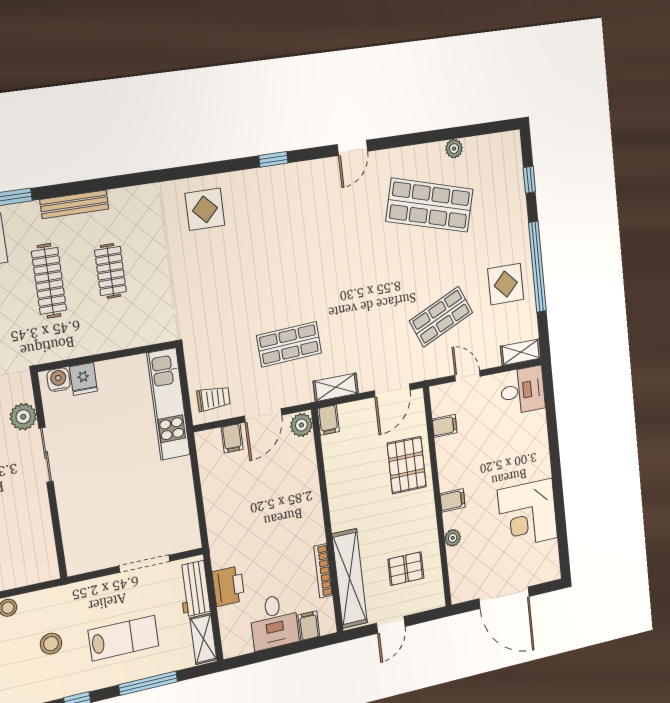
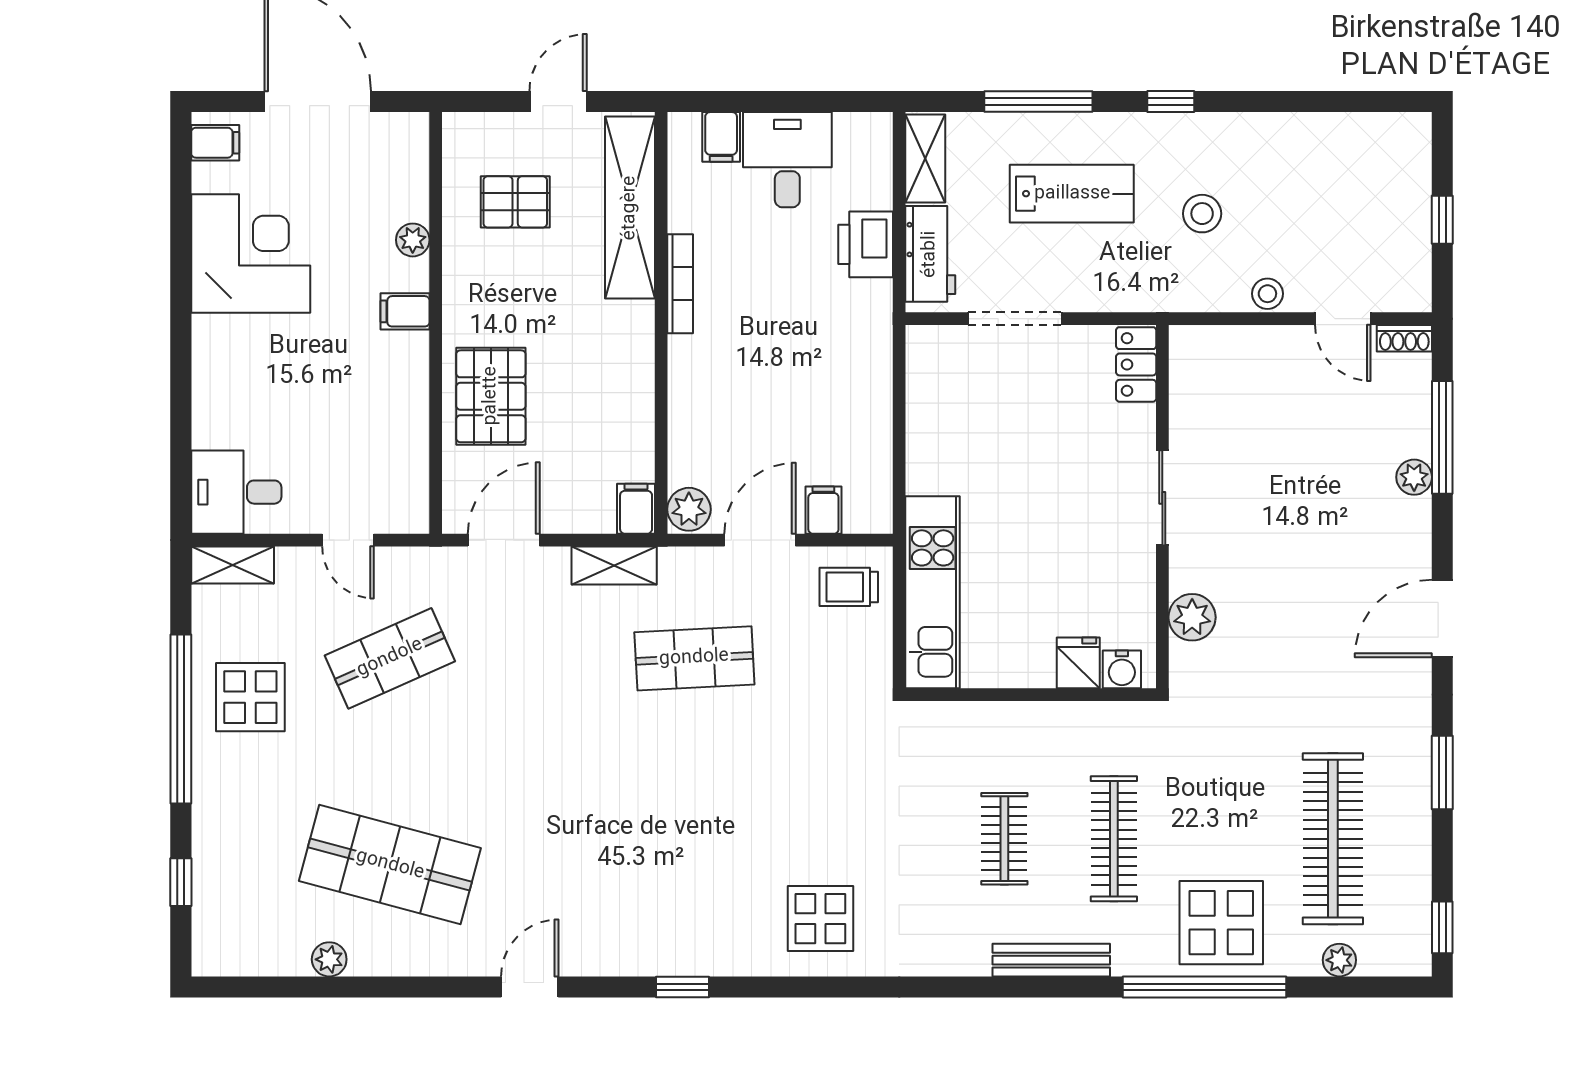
filing cabinet: (445, 426) -> (215, 143), moved, turned 180
sliding door: (46, 455) -> (1162, 498), moved
locker: (75, 553) -> (1136, 364), added
bookcase: (323, 571) -> (680, 284), moved
lab bench: (124, 638) -> (1072, 194), turned 180

